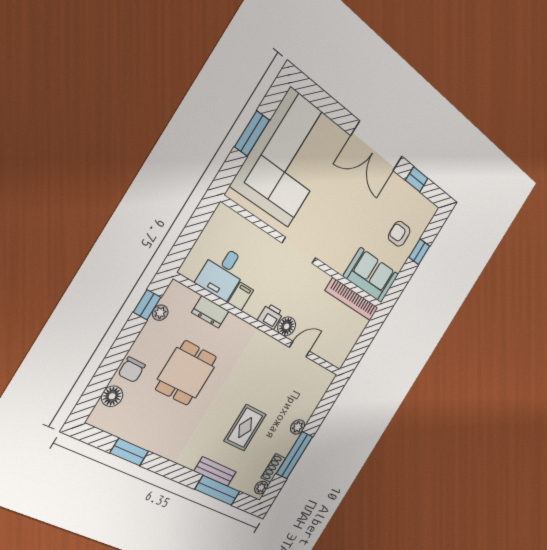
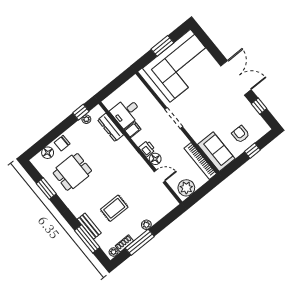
double door: (377, 146) -> (236, 78), swing flipped
dresser: (210, 312) -> (111, 127), width x1.44
plant: (341, 348) -> (186, 188), added
dining table: (186, 373) -> (72, 172), moved

